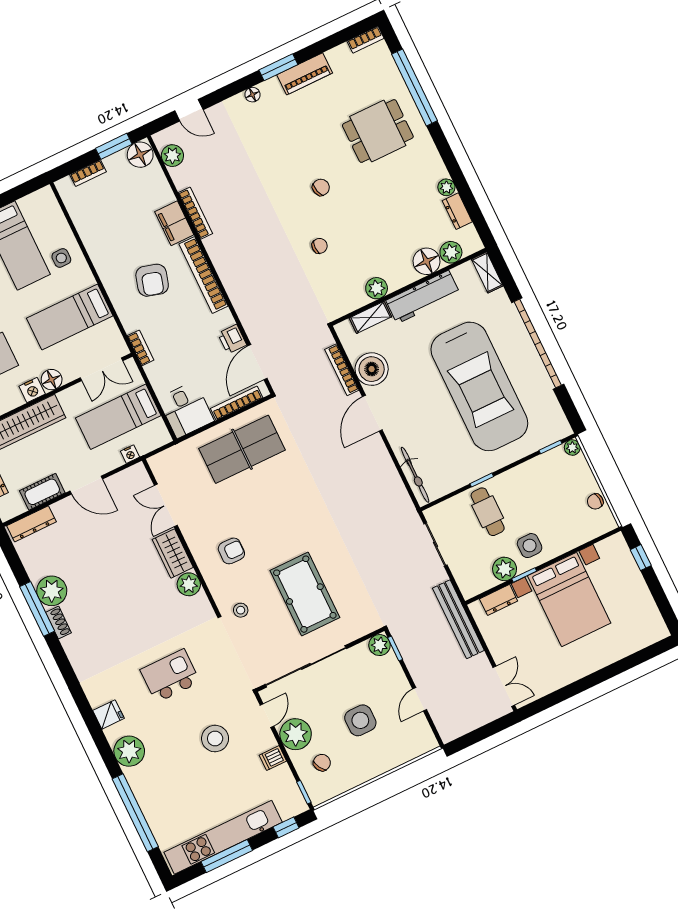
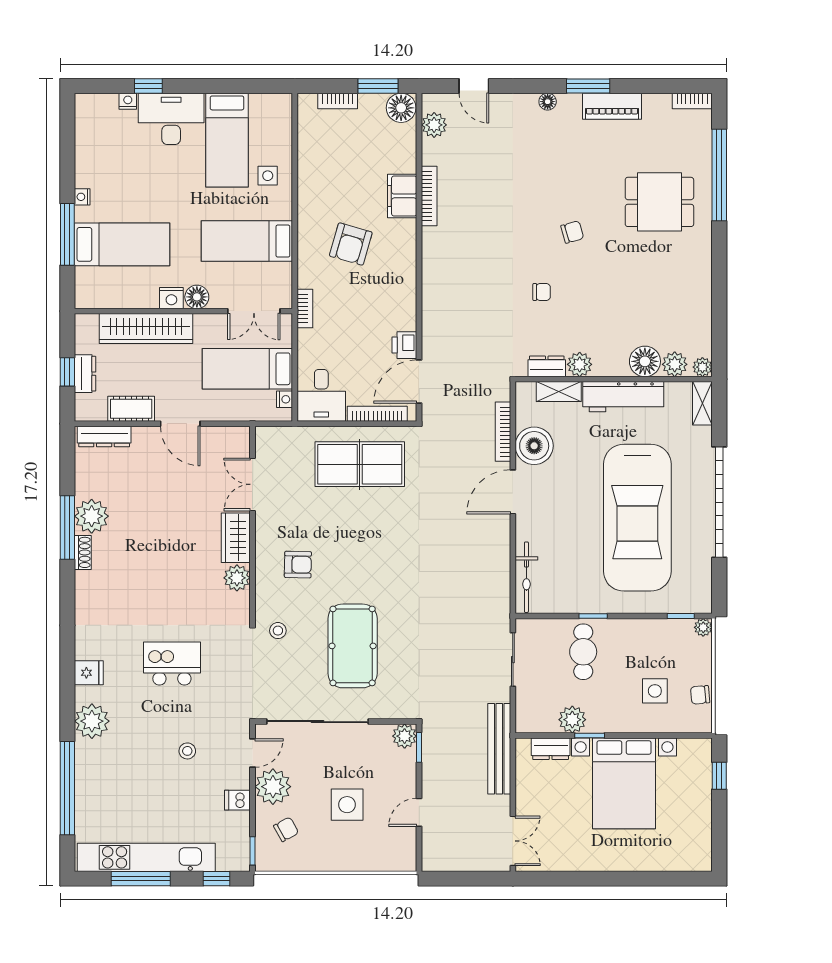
plant: (446, 187) -> (702, 367), moved
dresser: (457, 211) -> (547, 366), moved, turned 90
bookcase: (203, 275) -> (407, 264), removed
nightstand: (130, 454) -> (285, 399), moved, turned -90
side table: (530, 546) -> (655, 691), moved
stool: (215, 739) -> (187, 751), width x0.53, depth x0.53

